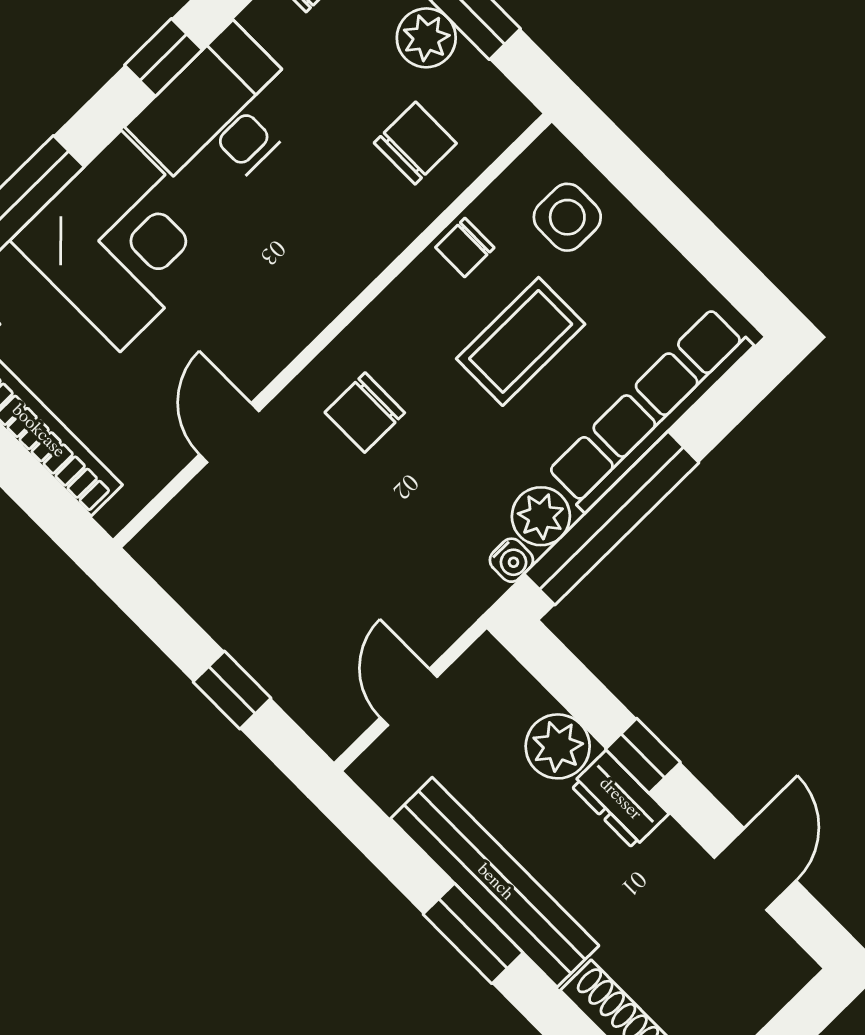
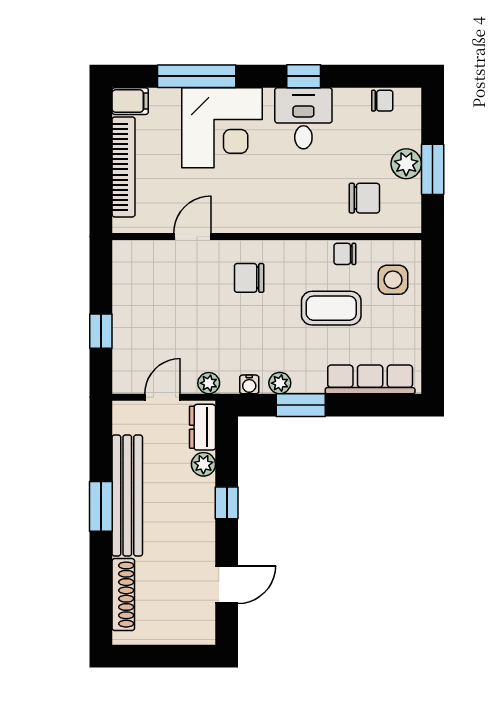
desk: (221, 116) -> (303, 118), width x0.73
row of seats: (650, 409) -> (370, 379), width x0.73
plant: (541, 516) -> (280, 383), width x0.73, depth x0.73
window: (611, 518) -> (301, 405), width x0.47
plant: (453, 614) -> (209, 383), added
plant: (558, 746) -> (203, 464), width x0.73, depth x0.73
dresser: (620, 799) -> (202, 427), moved

